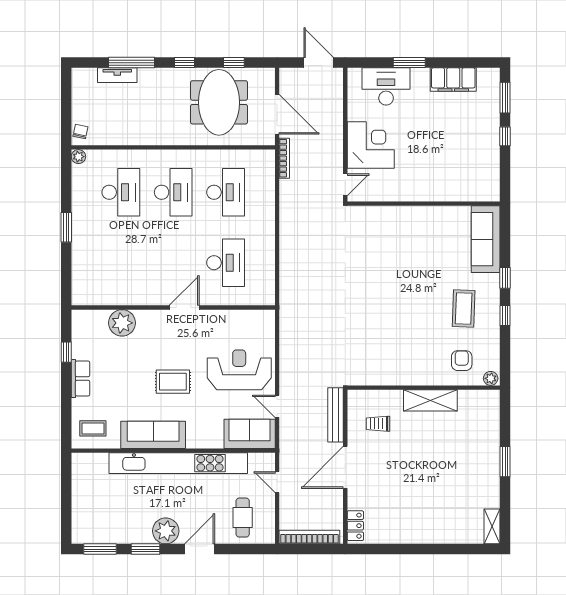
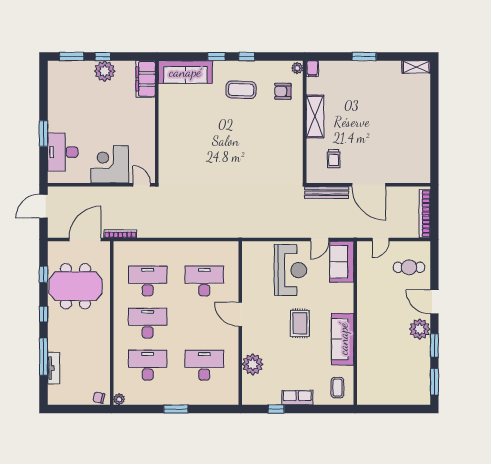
filing cabinet: (453, 80) -> (146, 79), moved, turned 180
plant: (487, 139) -> (105, 71), added
desk: (121, 263) -> (204, 365), added
reception desk: (239, 370) -> (290, 270), turned 180
filing cabinet: (490, 397) -> (312, 69), added
kitchen unit: (178, 463) -> (365, 319), removed
locker: (355, 526) -> (416, 177), removed

